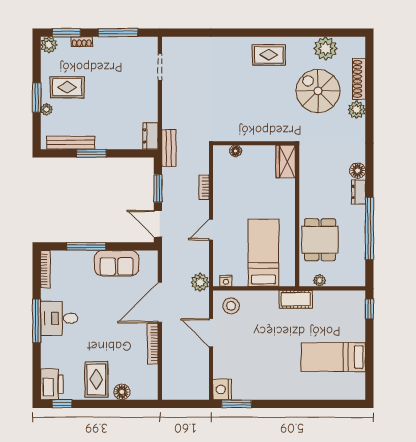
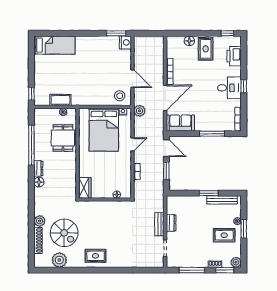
dresser: (150, 136) -> (171, 223), moved
bench: (169, 148) -> (159, 224), moved
bed: (263, 253) -> (104, 130), width x1.50
sofa: (117, 263) -> (180, 123), moved
cot: (296, 299) -> (60, 100), moved
window: (37, 321) -> (244, 86), width x0.46
bed: (333, 357) -> (54, 45), moved
printer: (52, 384) -> (234, 56), moved

